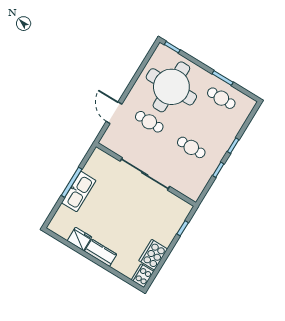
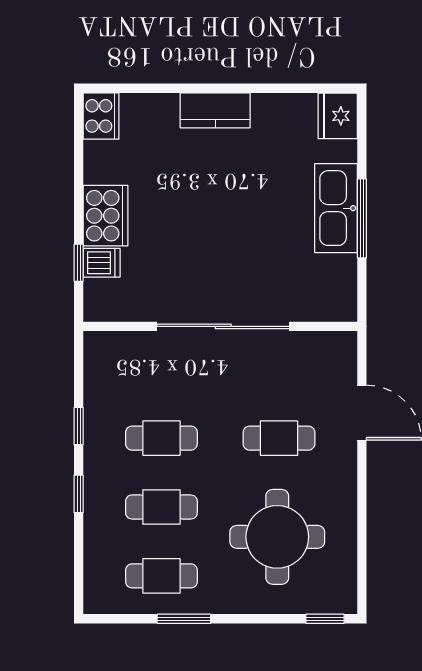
round table: (171, 87) -> (277, 537), width x0.73, depth x0.73
cafe table: (206, 123) -> (161, 507), added
dishwasher: (174, 223) -> (102, 263), added
fridge: (79, 239) -> (338, 116), moved, turned 90
cooker: (153, 255) -> (105, 216), moved

